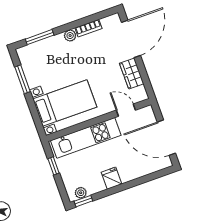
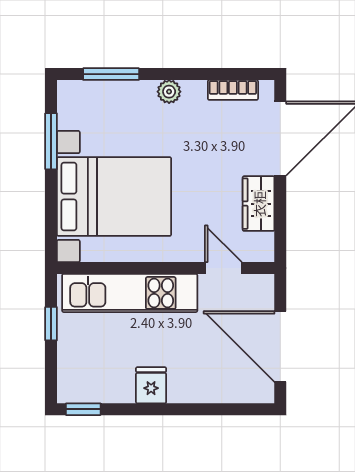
bookcase: (88, 28) -> (233, 90), moved
bed with nightstands: (65, 103) -> (114, 197), width x1.36
plant: (81, 193) -> (84, 392), removed

